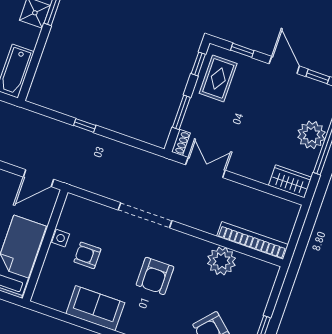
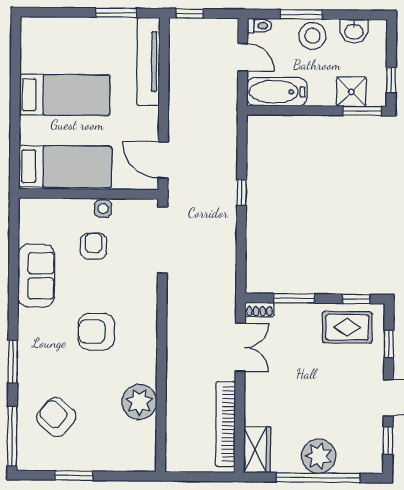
doorway: (145, 215) -> (162, 240), moved
bookcase: (252, 240) -> (226, 424), moved, turned 180

